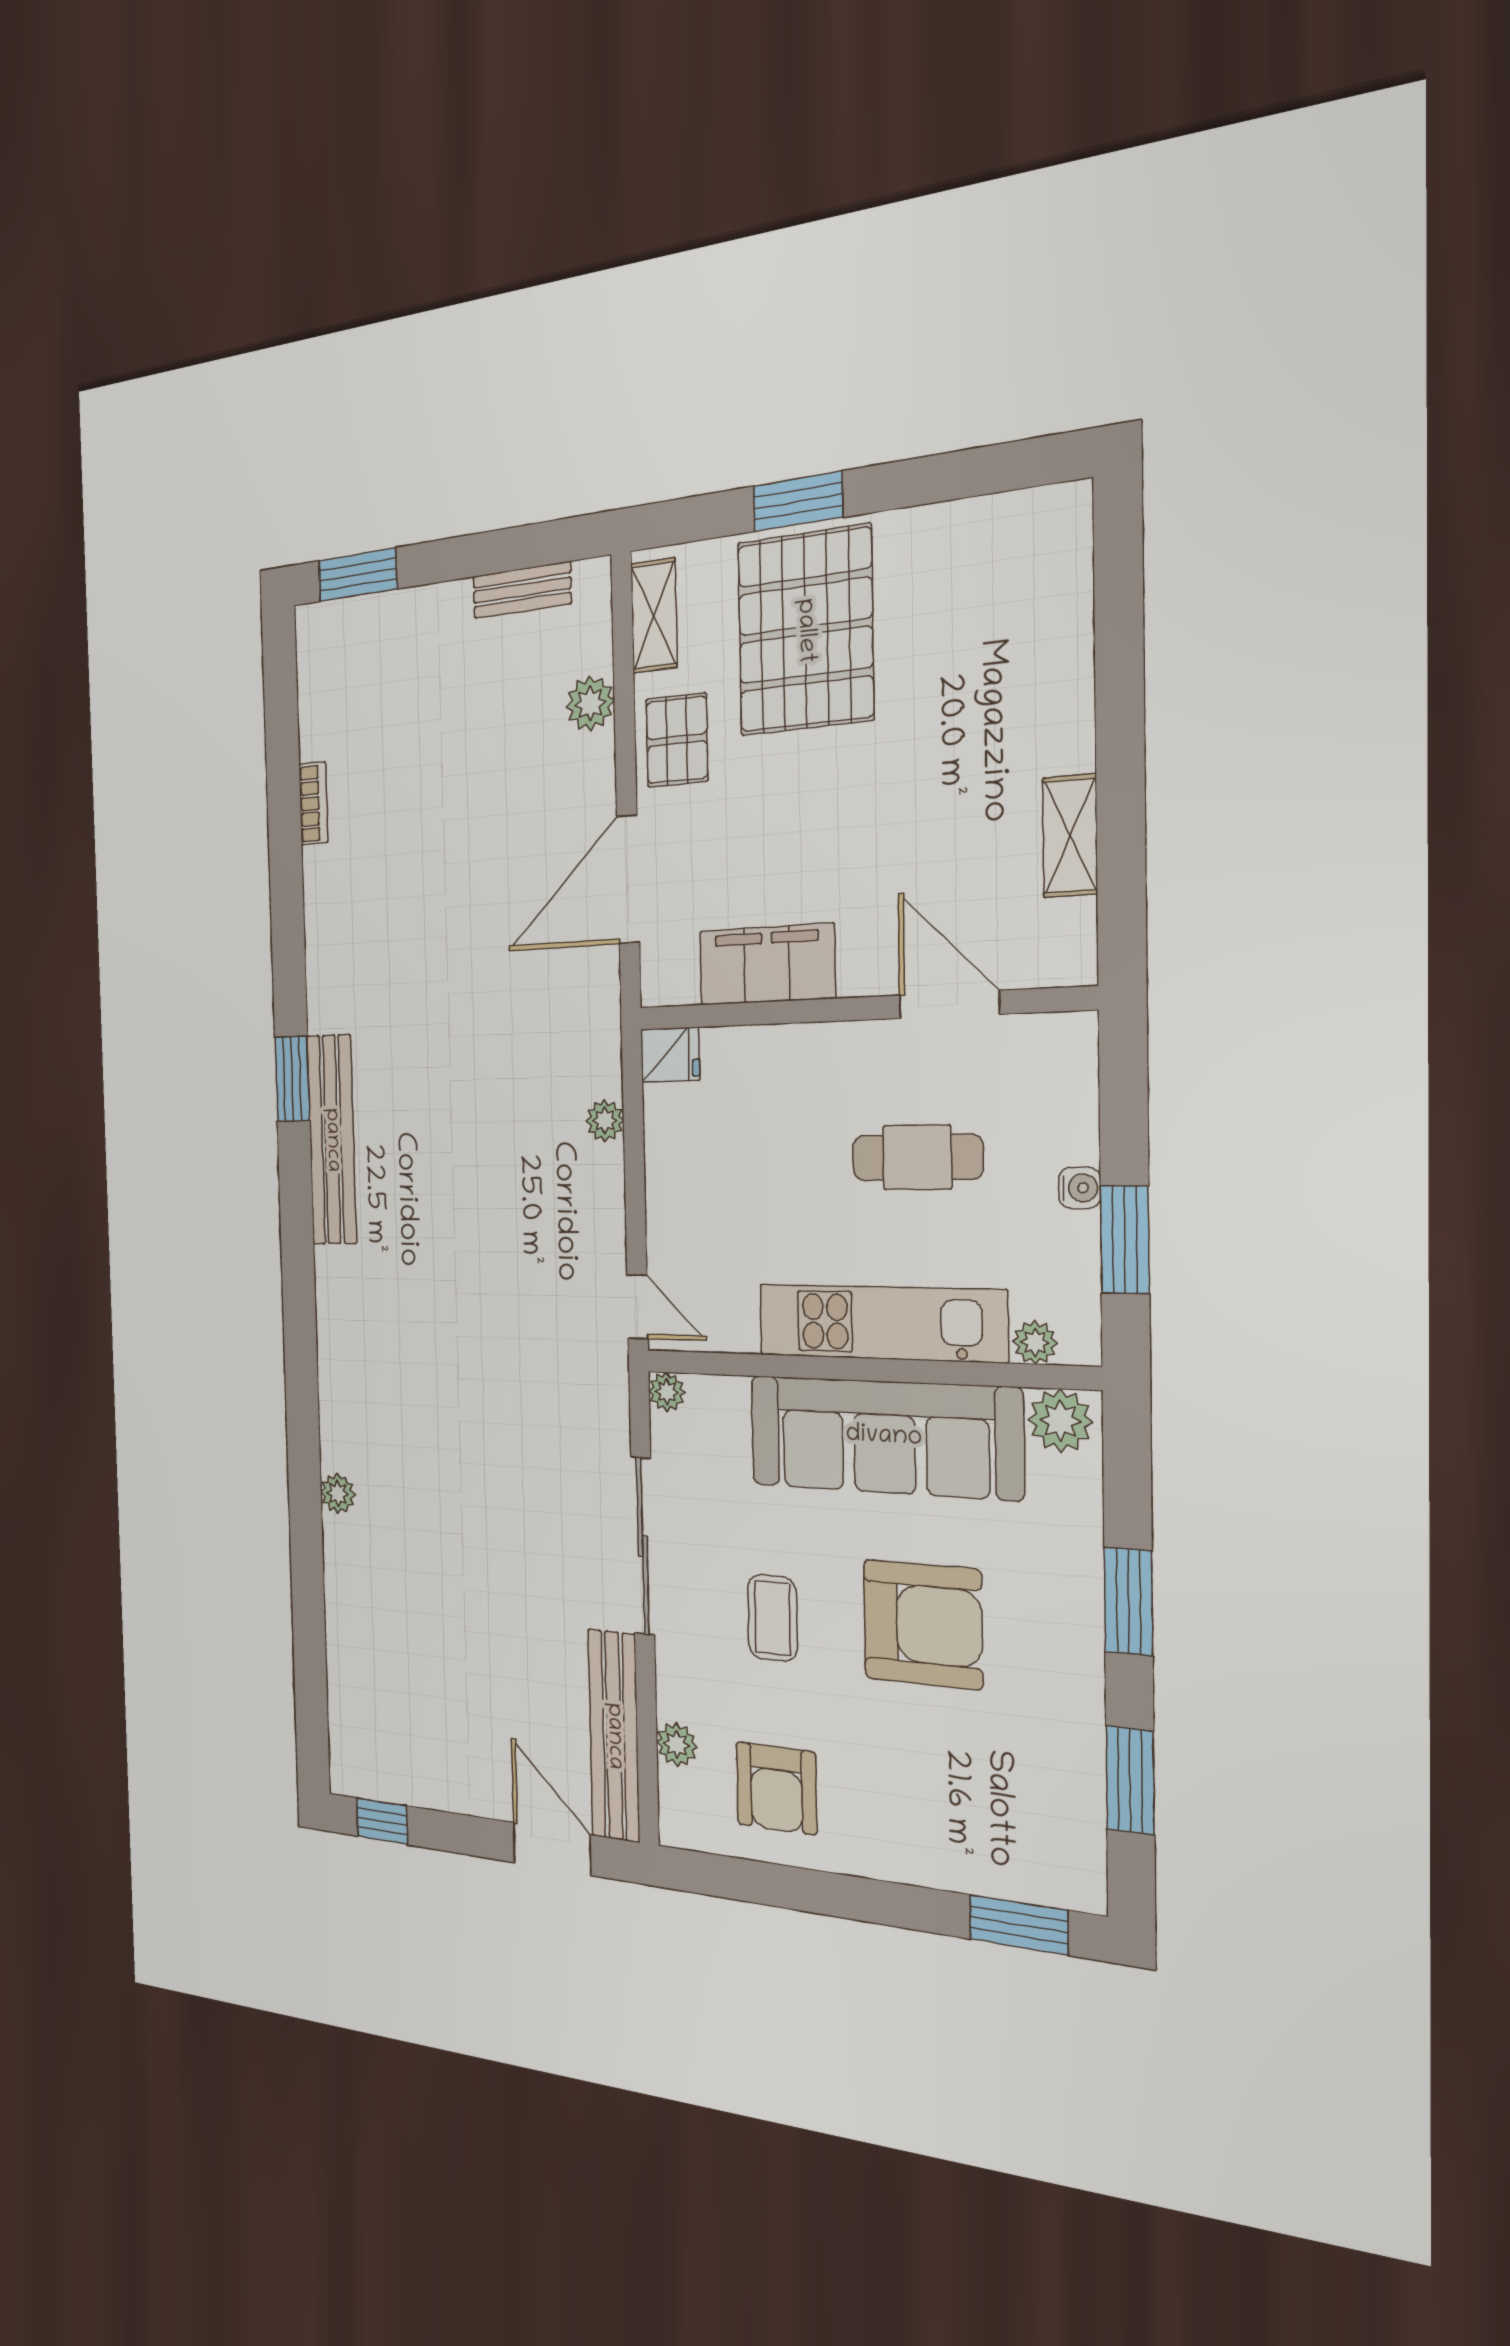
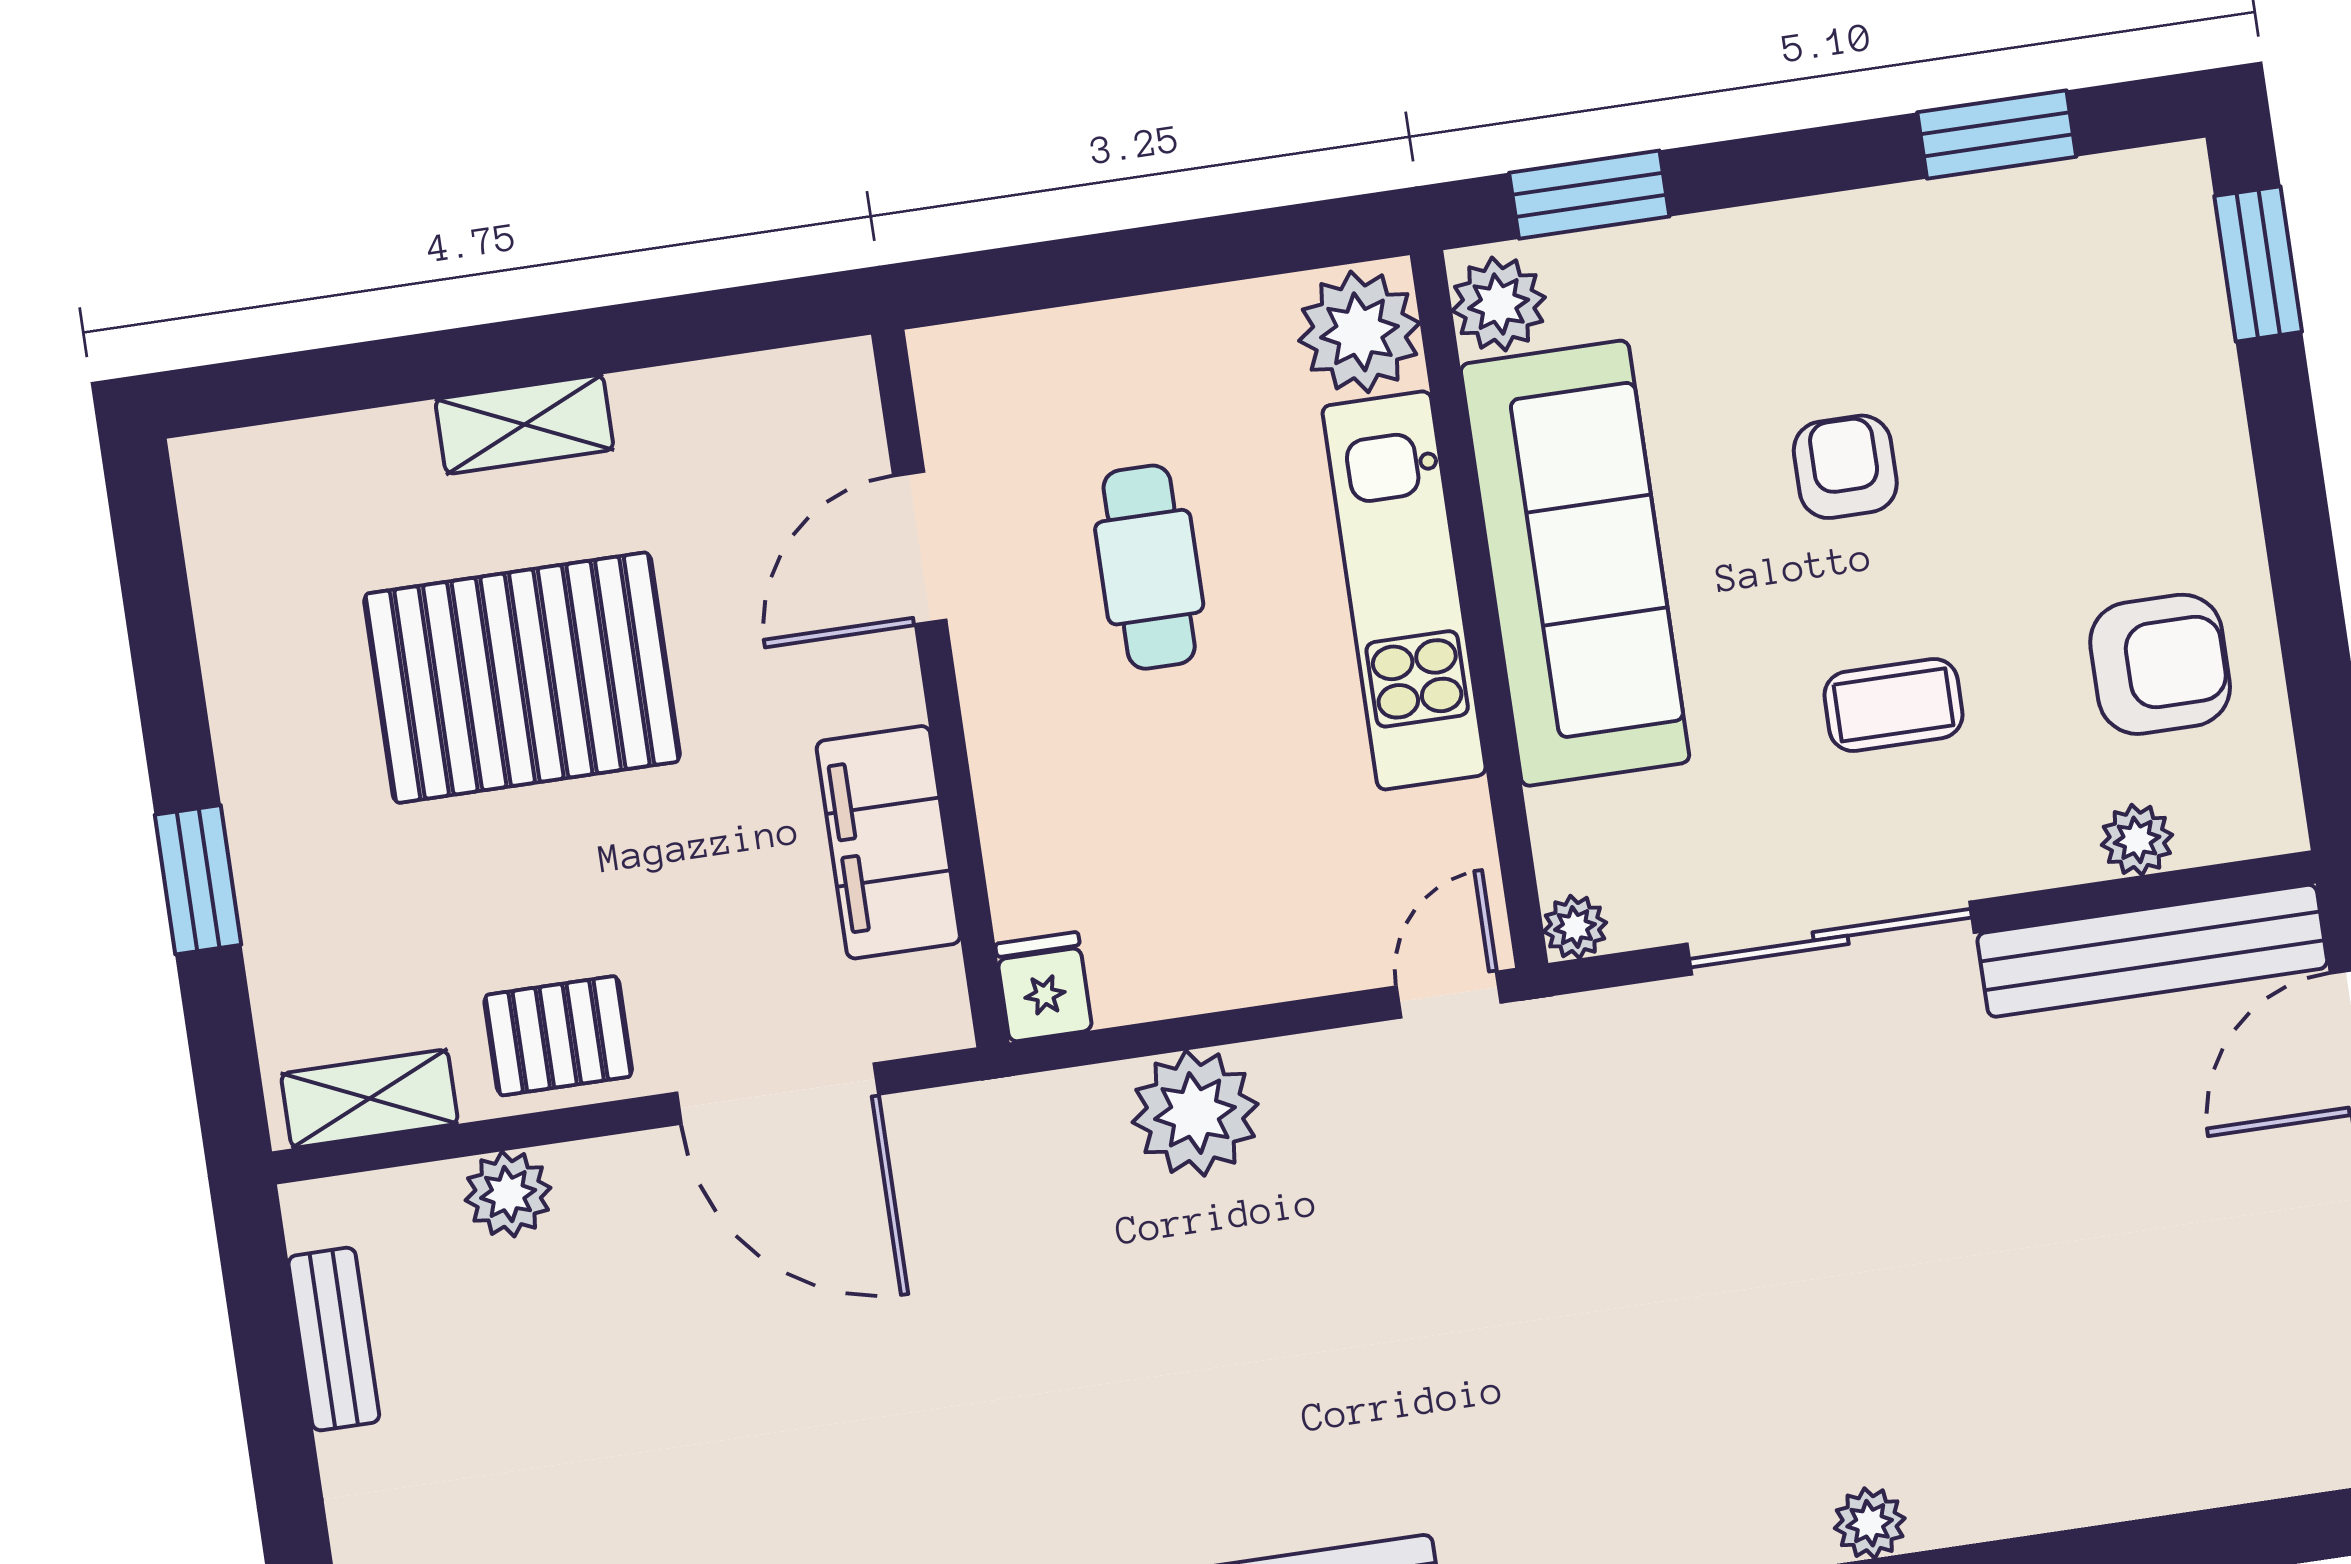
pallet: (805, 631) -> (522, 678), moved
shelving: (1070, 836) -> (524, 424), moved
plant: (605, 1121) -> (1195, 1113), width x1.88, depth x1.88
water cooler: (1080, 1188) -> (1160, 322), removed
window: (1125, 1240) -> (1223, 249), removed
plant: (1035, 1342) -> (1359, 332), width x1.87, depth x1.87
window: (1128, 1602) -> (1589, 195), moved
armchair: (923, 1624) -> (1845, 467), width x0.53, depth x0.53

